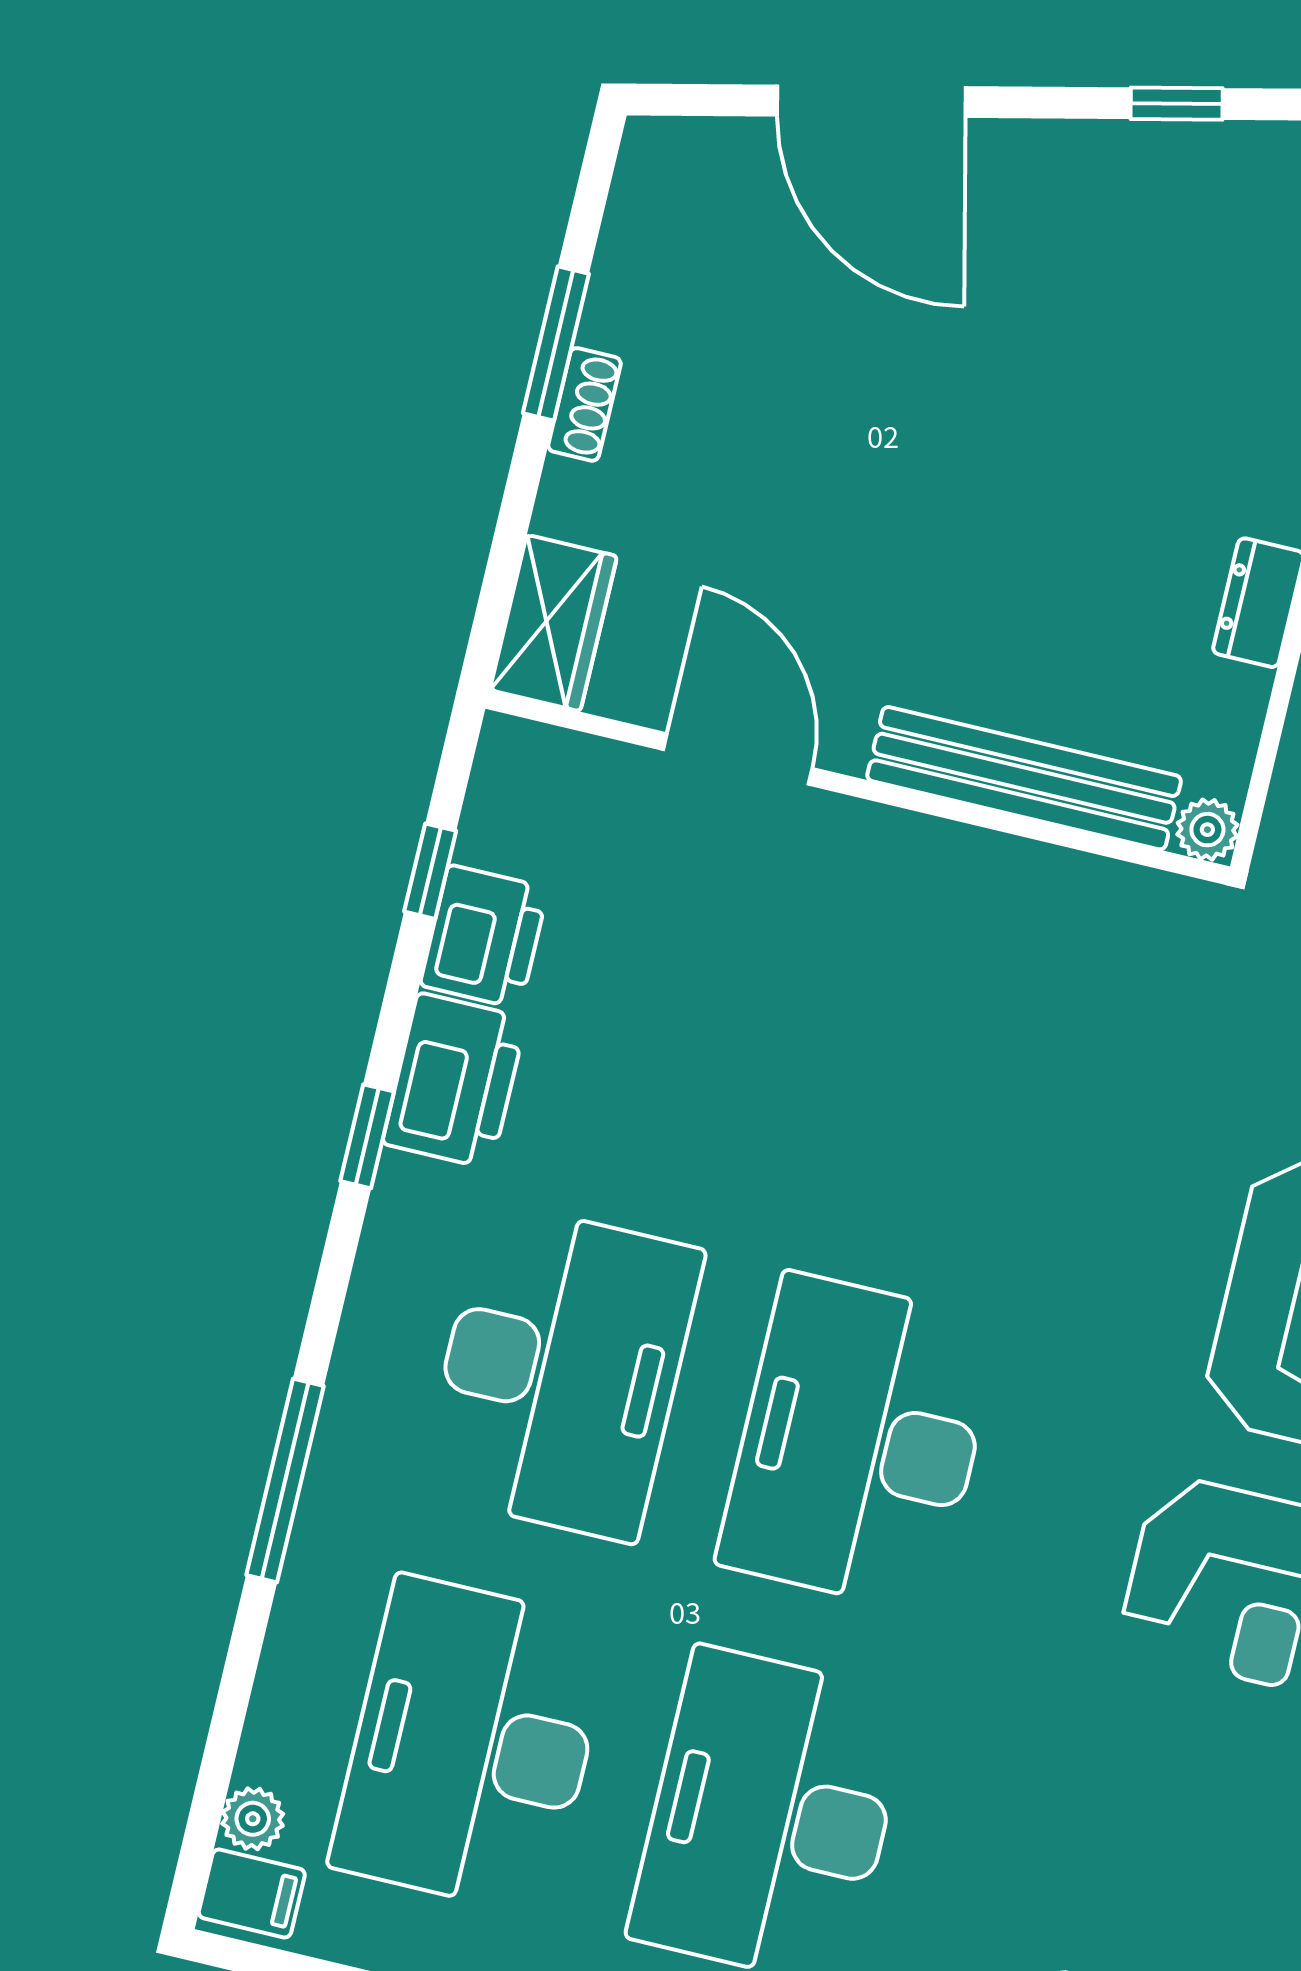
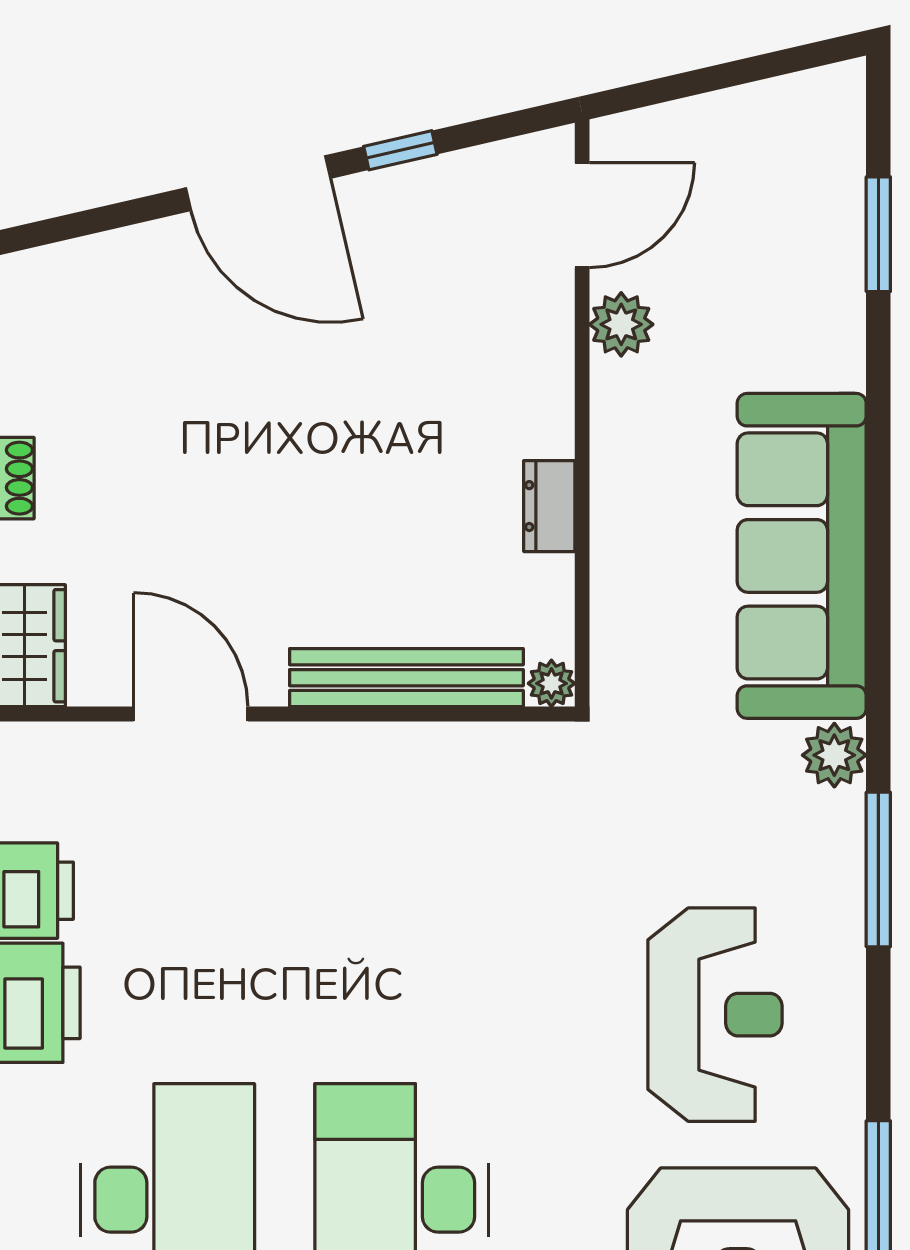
door: (871, 101) -> (258, 183), moved

